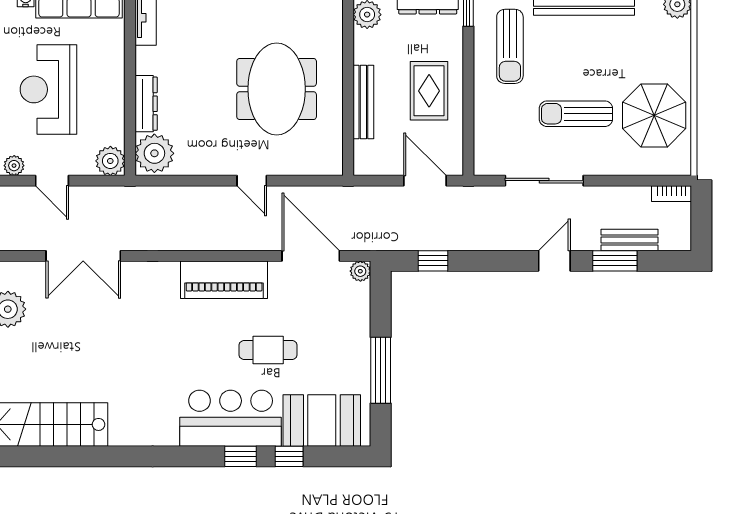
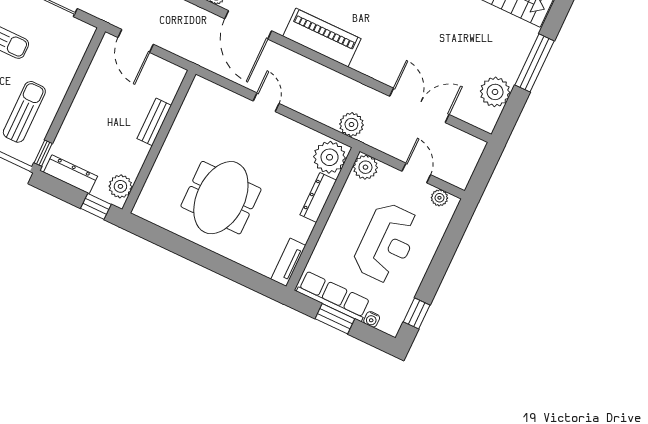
meeting table: (277, 89) -> (221, 198), moved
rug: (429, 91) -> (101, 107), removed
bench: (363, 102) -> (154, 122), width x0.73
plant: (147, 200) -> (351, 124), added

